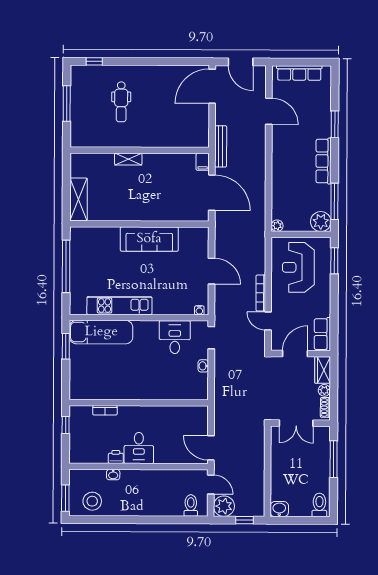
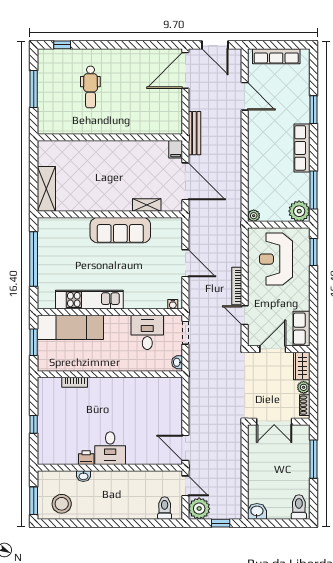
shelving: (128, 159) -> (147, 205), moved
wall: (139, 403) -> (110, 374), moved
bookcase: (105, 410) -> (75, 382), moved

